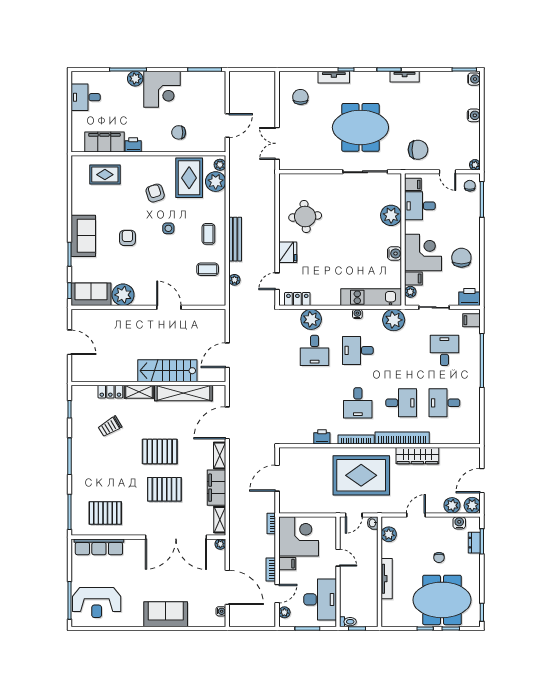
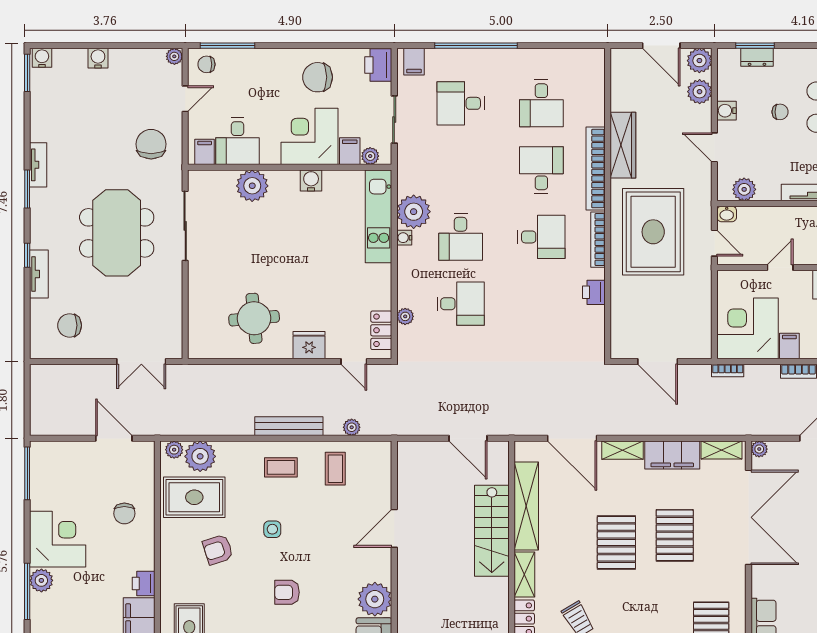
plant: (311, 319) -> (405, 316), width x0.53, depth x0.53
plant: (394, 320) -> (414, 212), moved
water cooler: (459, 523) -> (726, 111), moved

